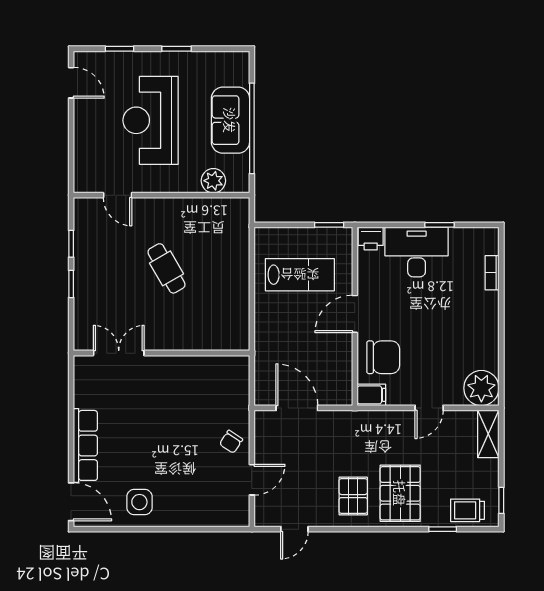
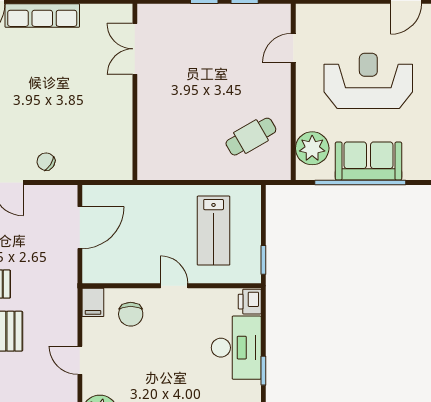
plant: (213, 181) -> (312, 148), width x1.36, depth x1.36
cafe table: (166, 268) -> (251, 137), moved
door: (355, 314) -> (174, 286), width x0.73
double door: (119, 353) -> (135, 49), swing flipped
chair: (383, 357) -> (131, 314), width x0.73, depth x0.73

